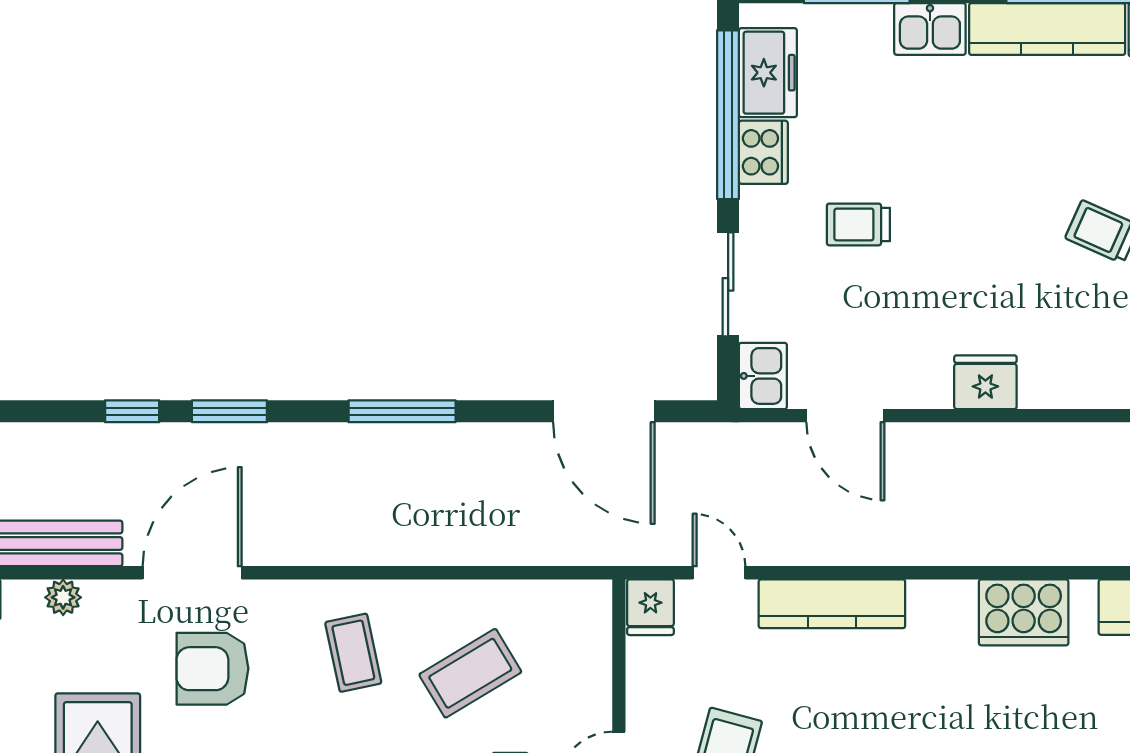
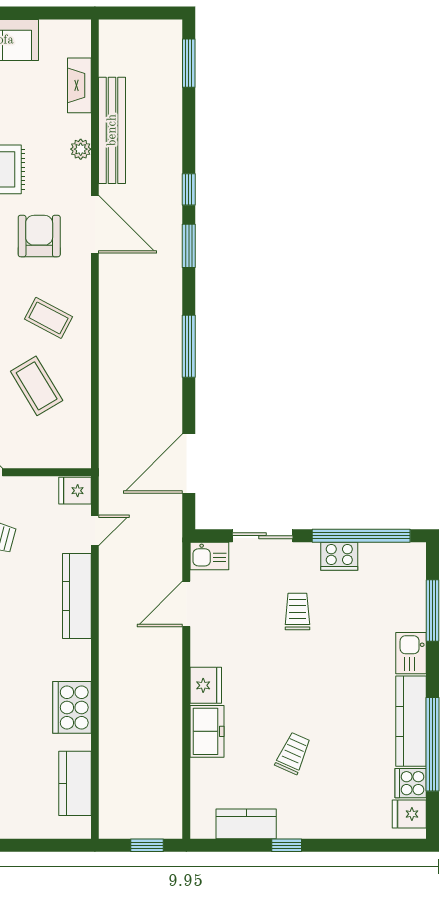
freezer: (768, 73) -> (207, 731), moved, turned -90
coffee table: (353, 653) -> (48, 318), turned 40

